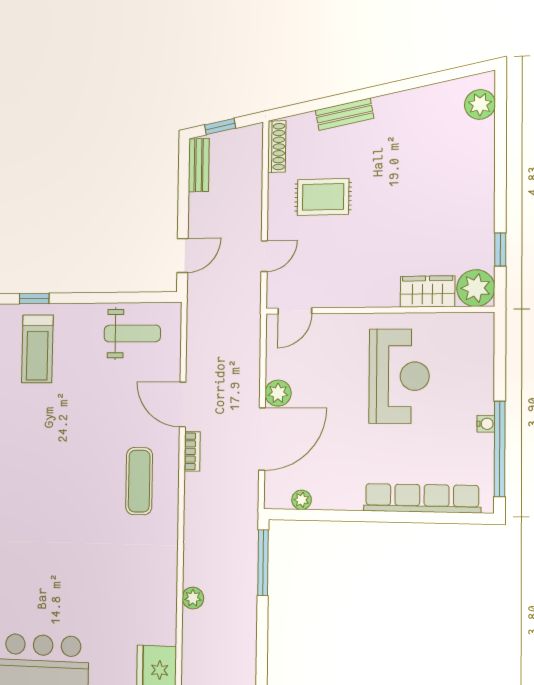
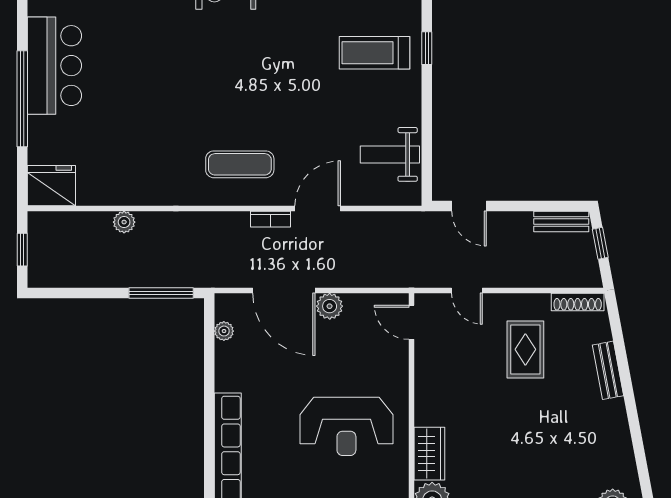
weight bench: (132, 333) -> (390, 154), turned 90

